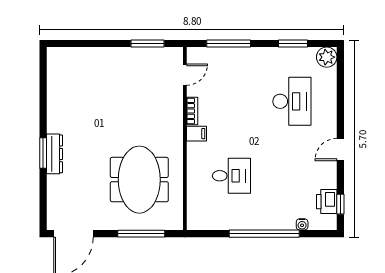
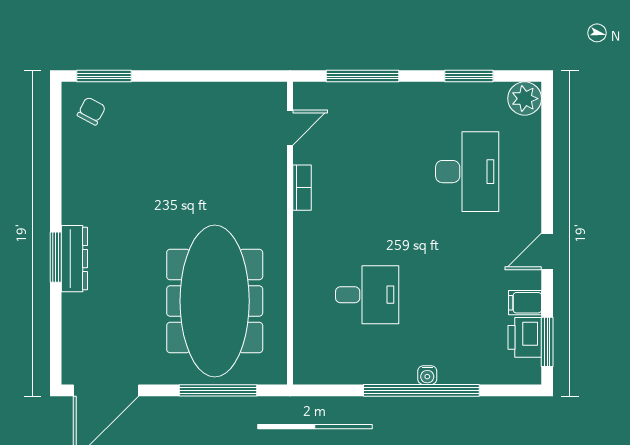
window: (147, 44) -> (104, 76), moved
chair: (65, 65) -> (91, 111), added
filing cabinet: (196, 134) -> (525, 303), moved, turned 180
meeting table: (139, 180) -> (215, 301), width x1.36
window: (340, 204) -> (547, 342), width x1.50
water cooler: (302, 224) -> (427, 375), moved

